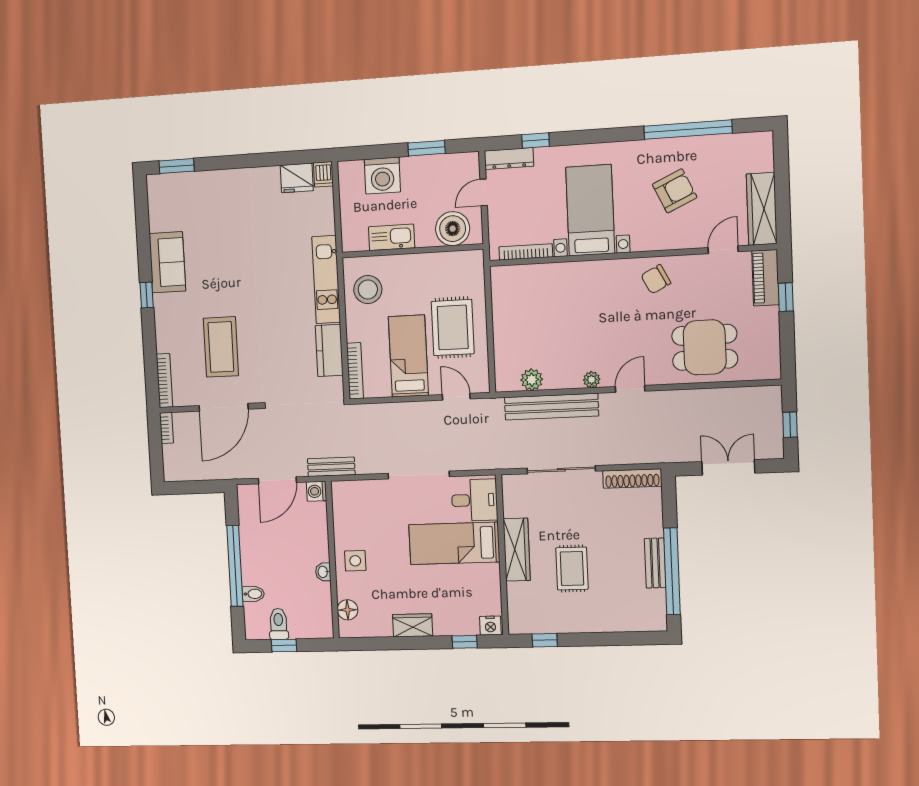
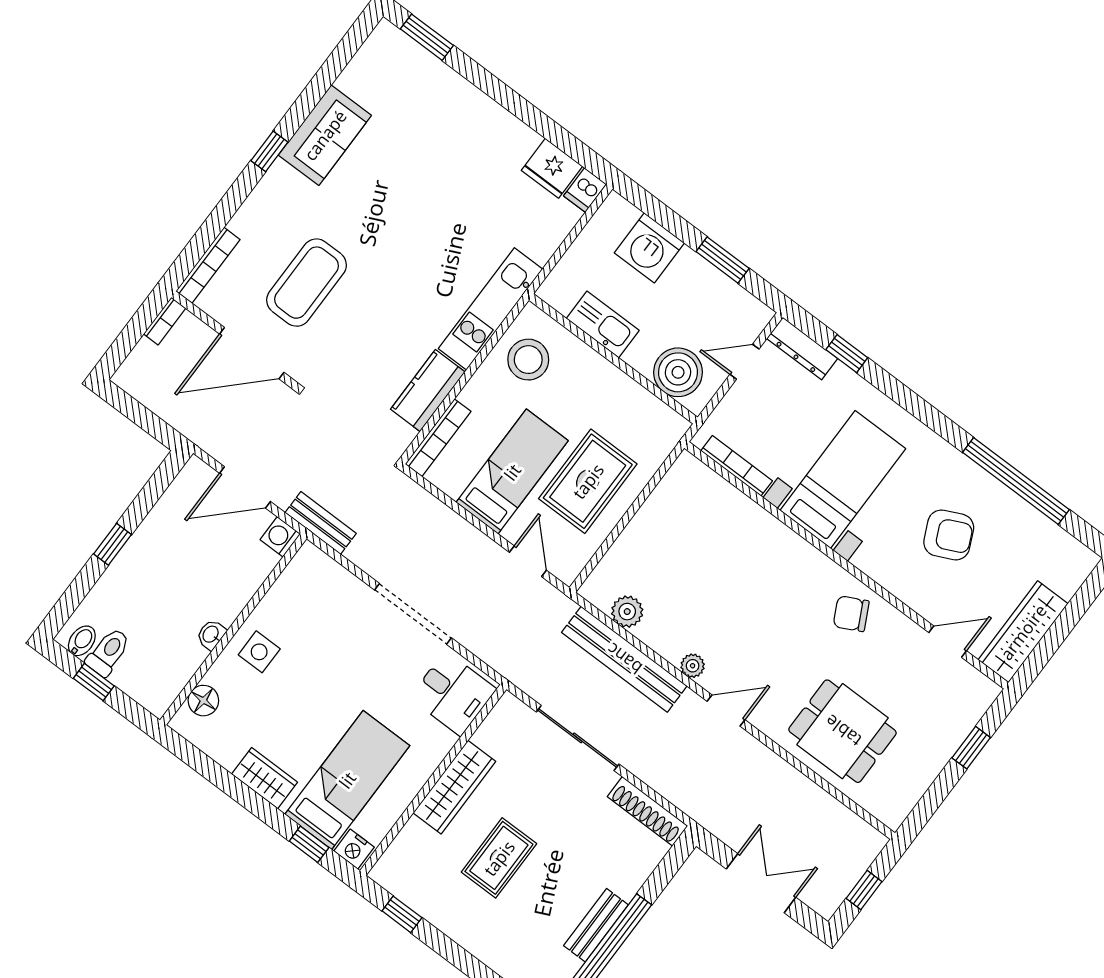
piano: (765, 278) -> (967, 709), removed
bed: (454, 543) -> (347, 780), moved, turned 90
window: (235, 566) -> (113, 544), width x0.32
bidet: (253, 594) -> (82, 641), moved, turned -90

